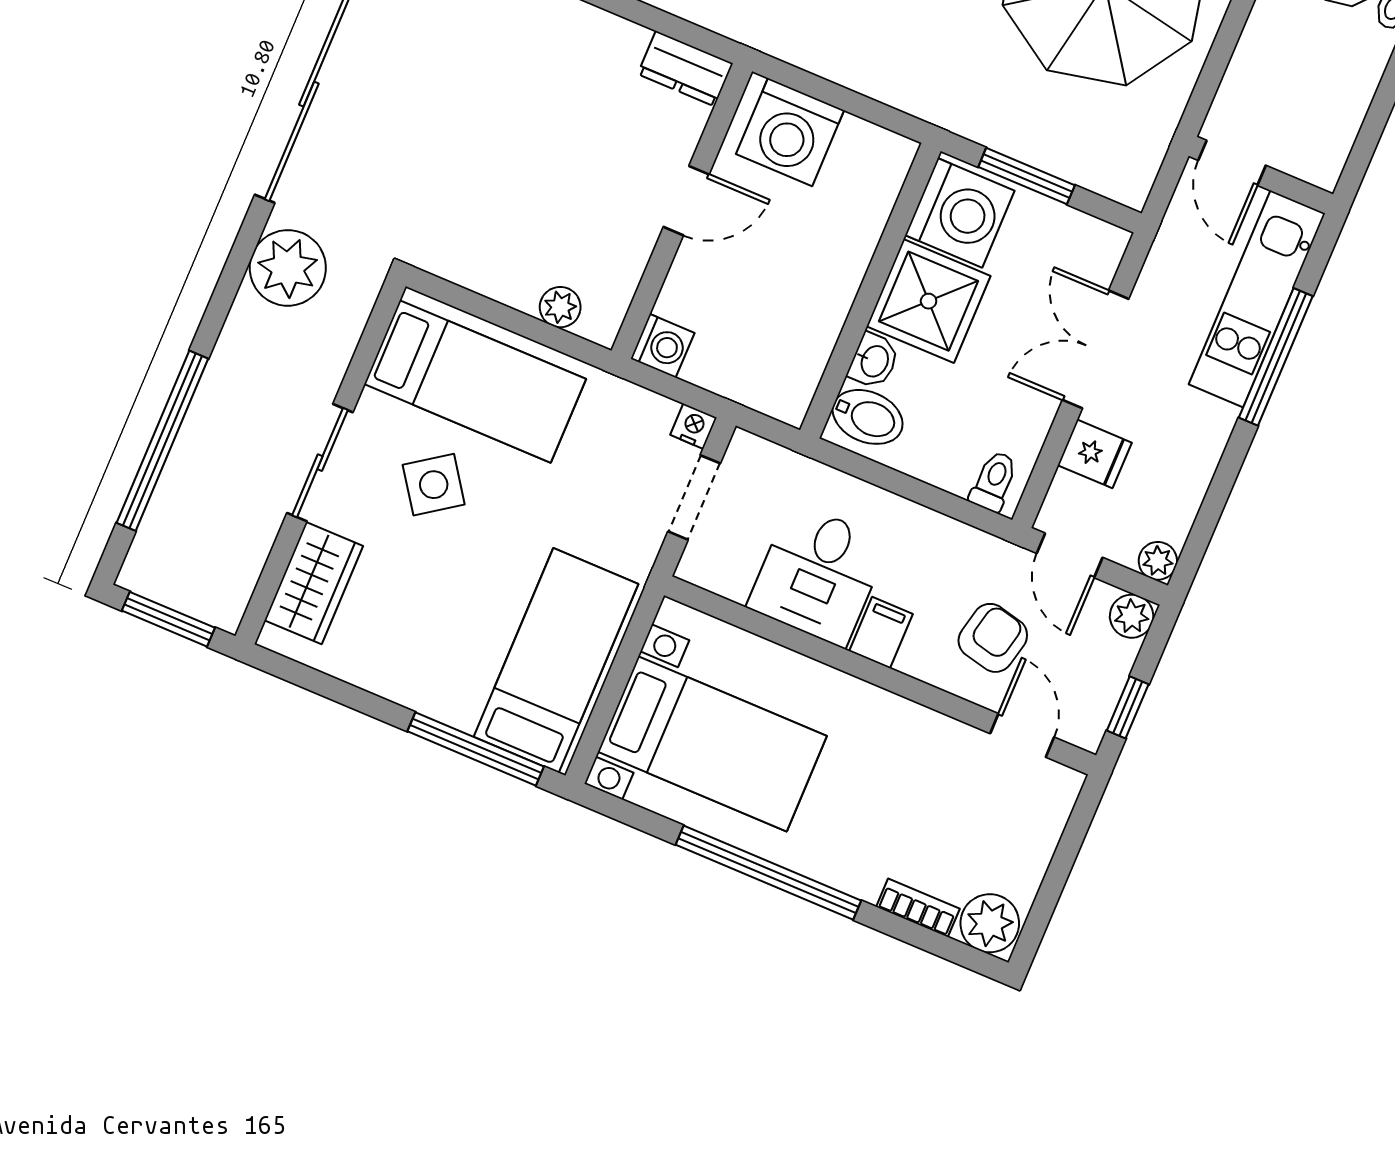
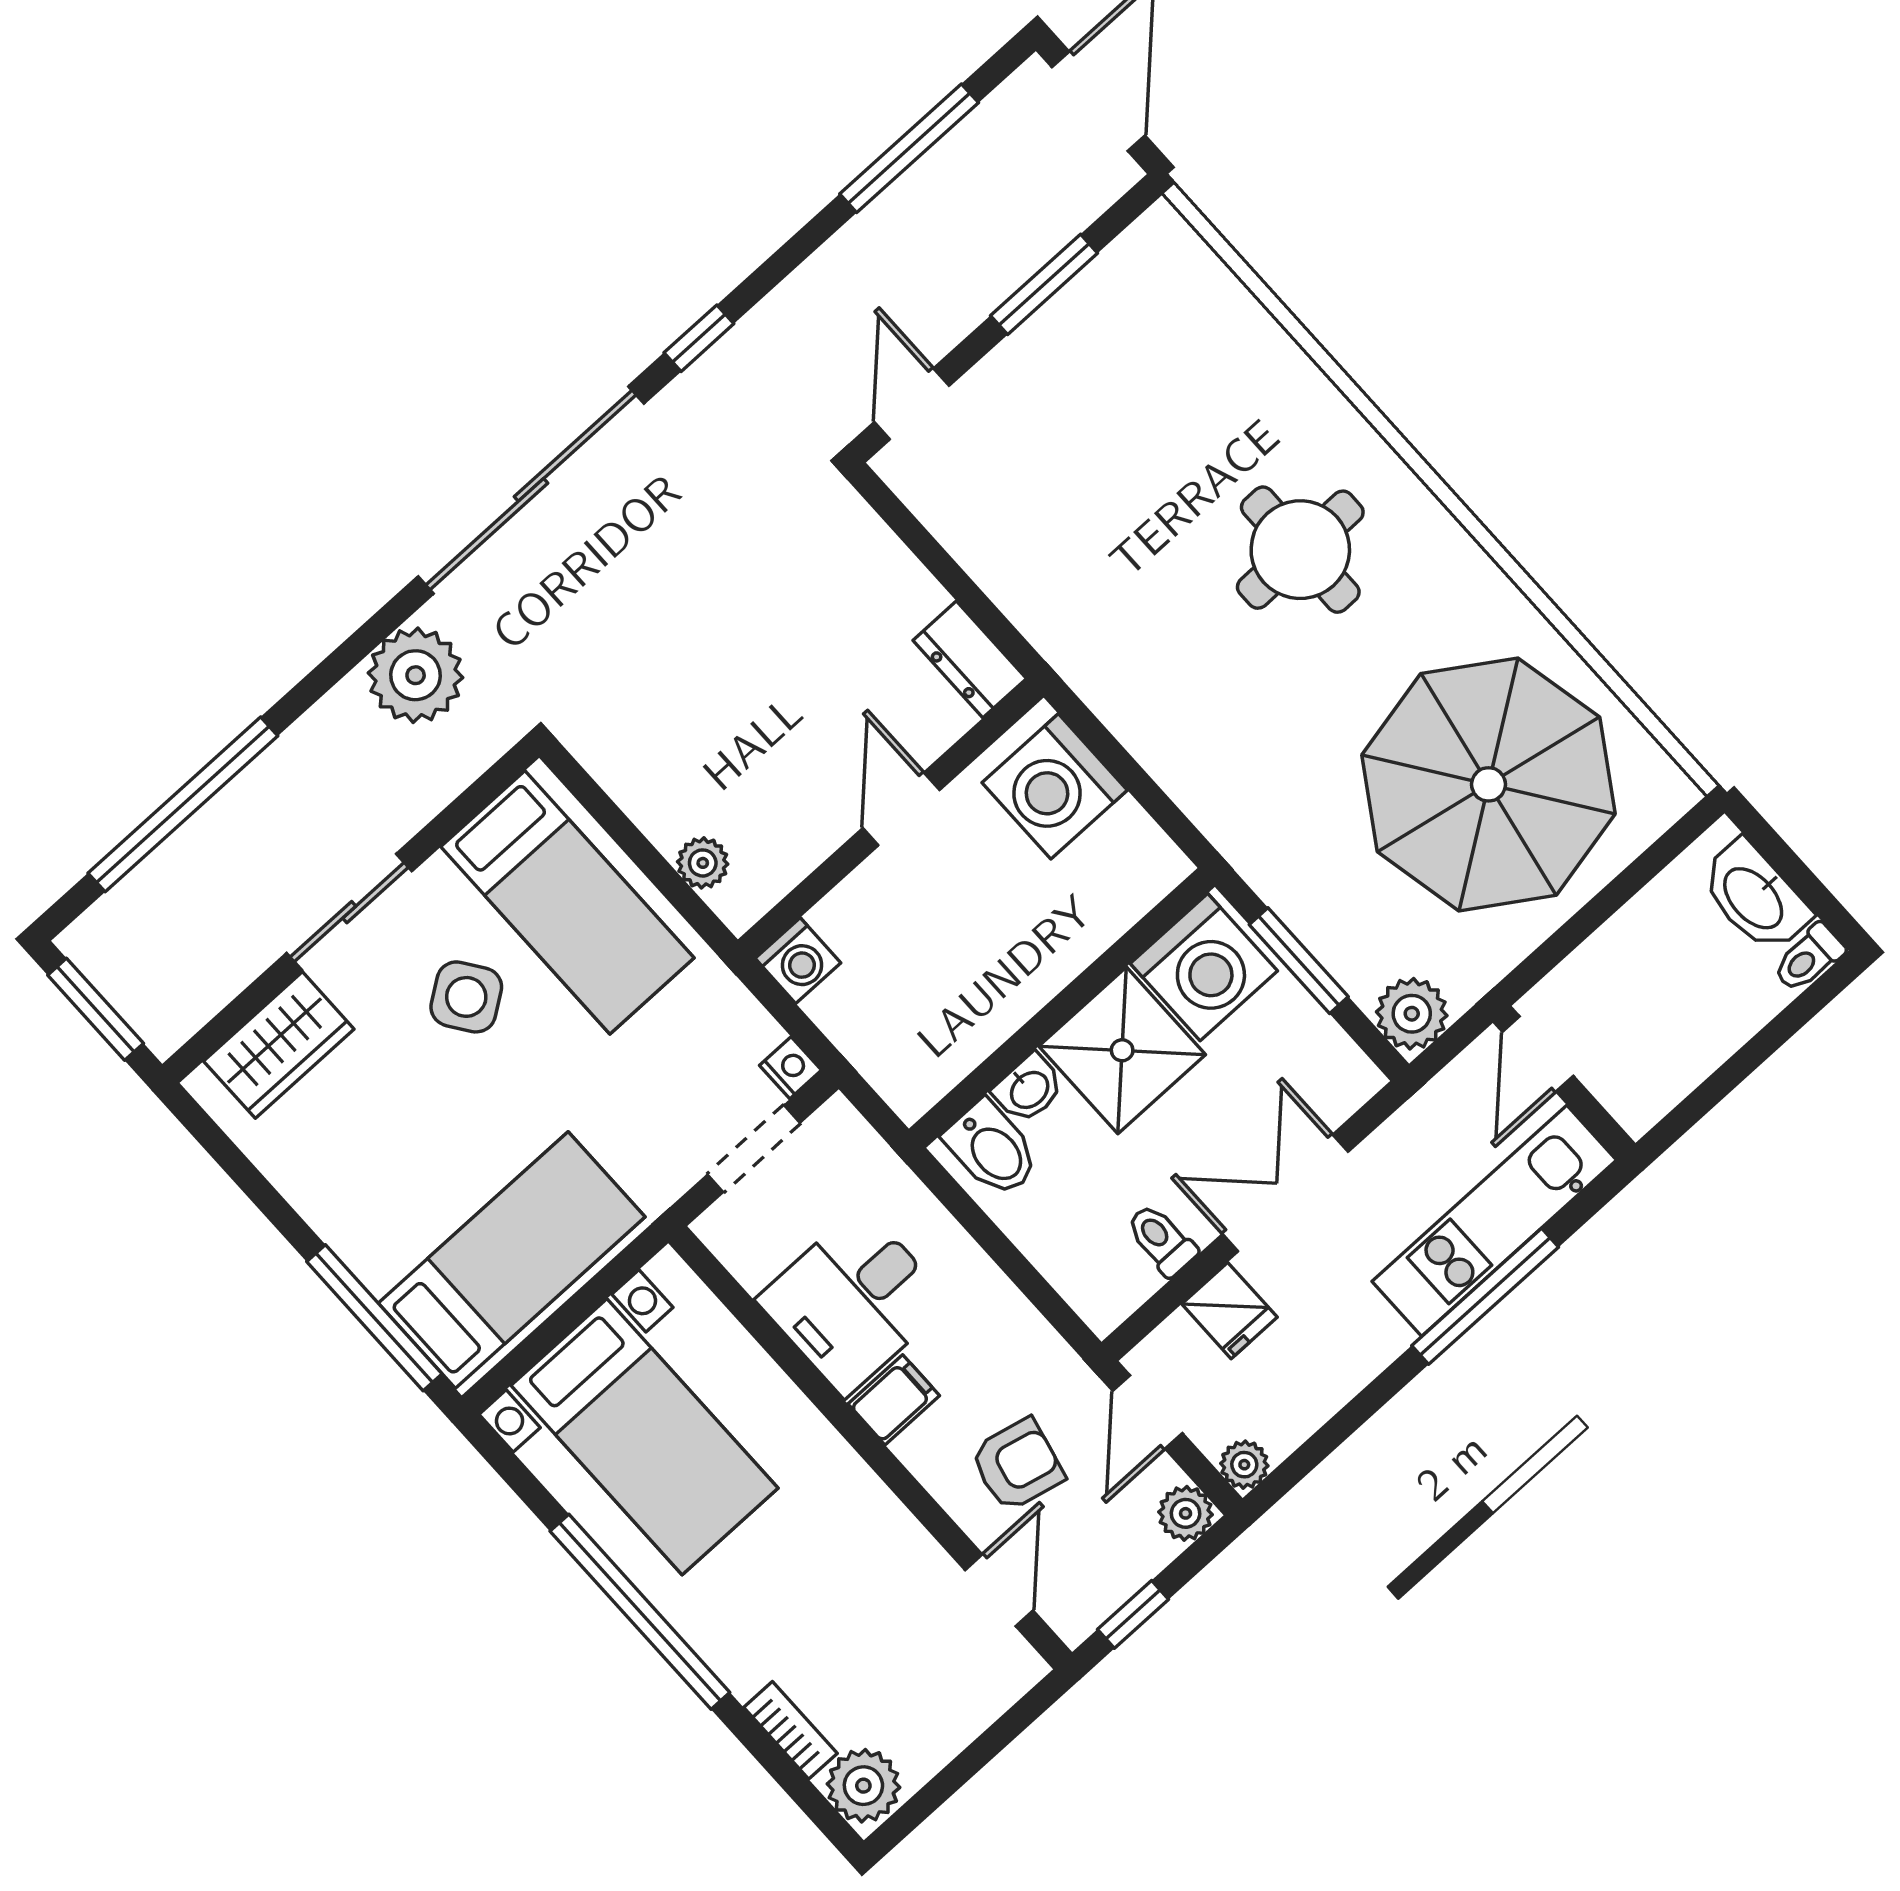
plant: (1127, 176) -> (1412, 1014), added
door: (686, 201) -> (901, 809), swing flipped
toilet: (994, 481) -> (1161, 1240), moved, turned -90

